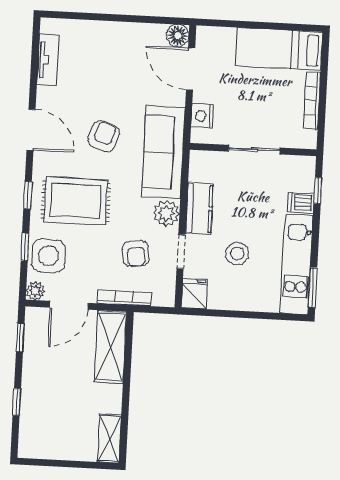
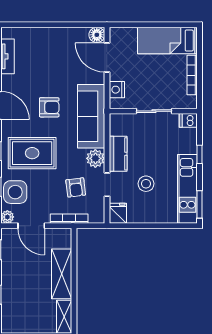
armchair: (104, 136) -> (49, 107), turned 70
window: (318, 190) -> (200, 154), moved
dishwasher: (301, 203) -> (188, 120), moved
door: (69, 305) -> (31, 226), hinge flipped
shelving: (111, 347) -> (62, 274), moved

